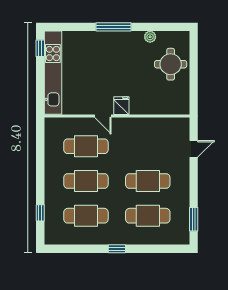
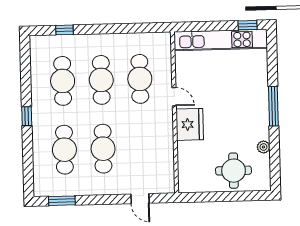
fridge: (121, 106) -> (190, 124), width x1.88, depth x1.34
door: (103, 116) -> (174, 97), swing flipped

